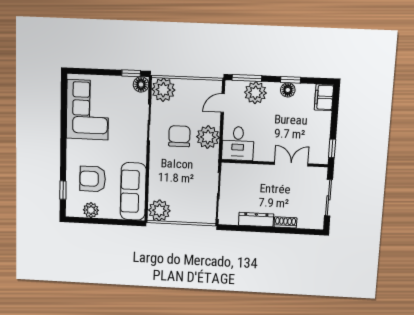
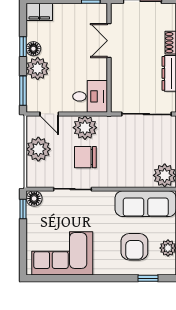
plant: (163, 90) -> (38, 149), moved
plant: (255, 93) -> (38, 68), moved

